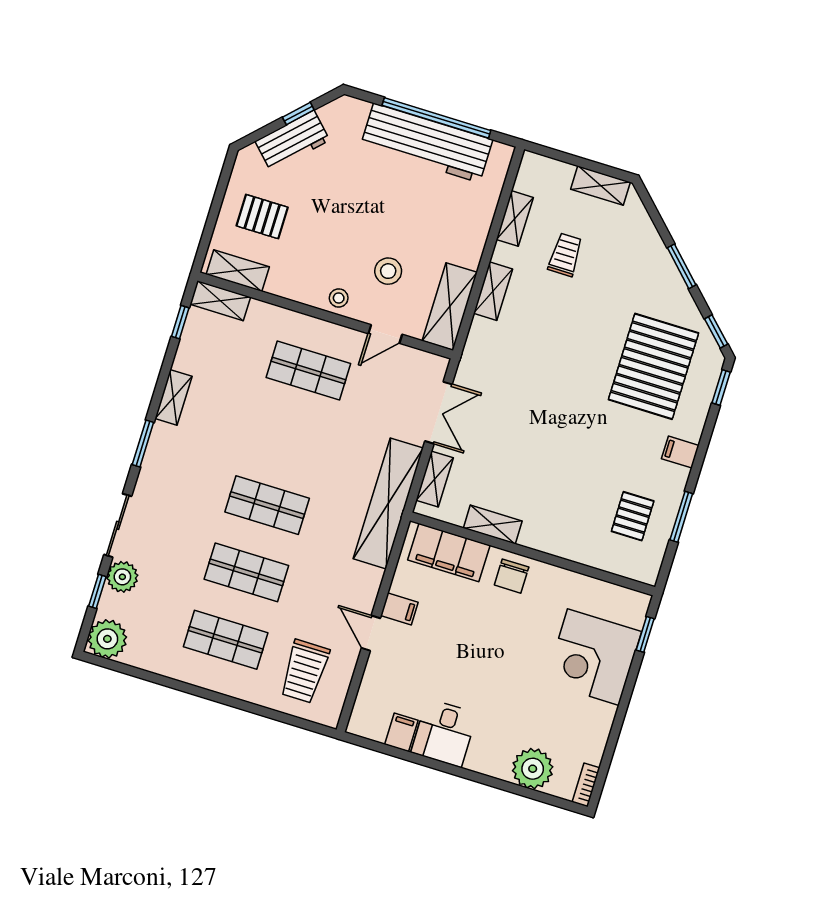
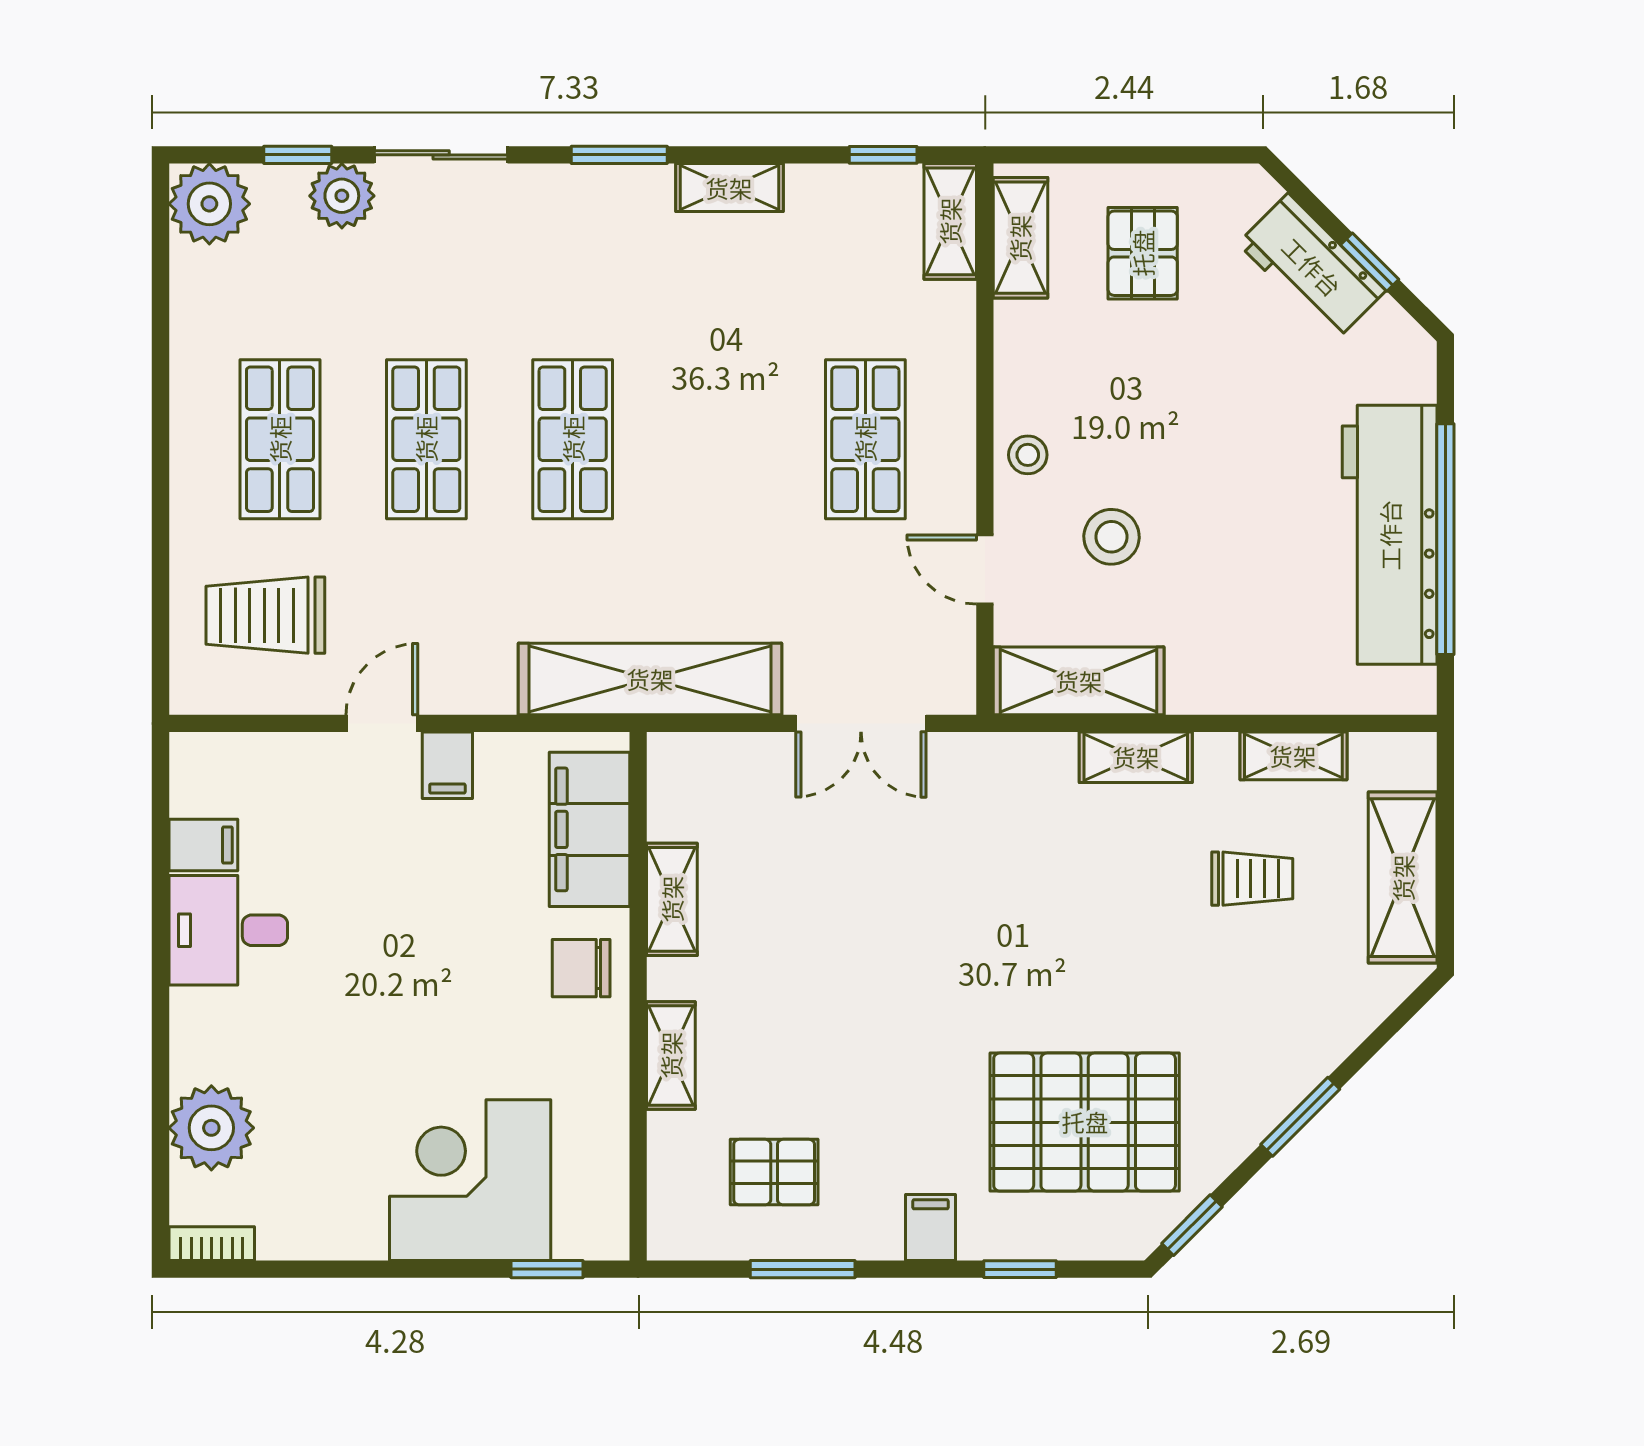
shelving: (600, 186) -> (1403, 878), width x1.50, depth x1.33
window: (721, 388) -> (1020, 1269), moved
shelving: (435, 479) -> (671, 1055), moved, turned 90

